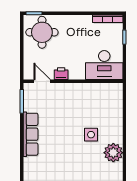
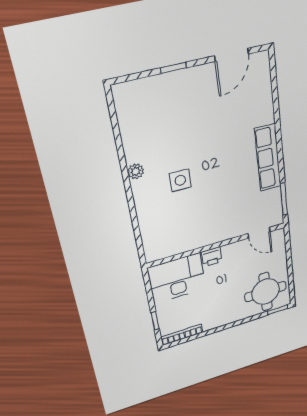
printer: (61, 74) -> (212, 257), moved
plant: (113, 153) -> (136, 171), width x0.53, depth x0.53

